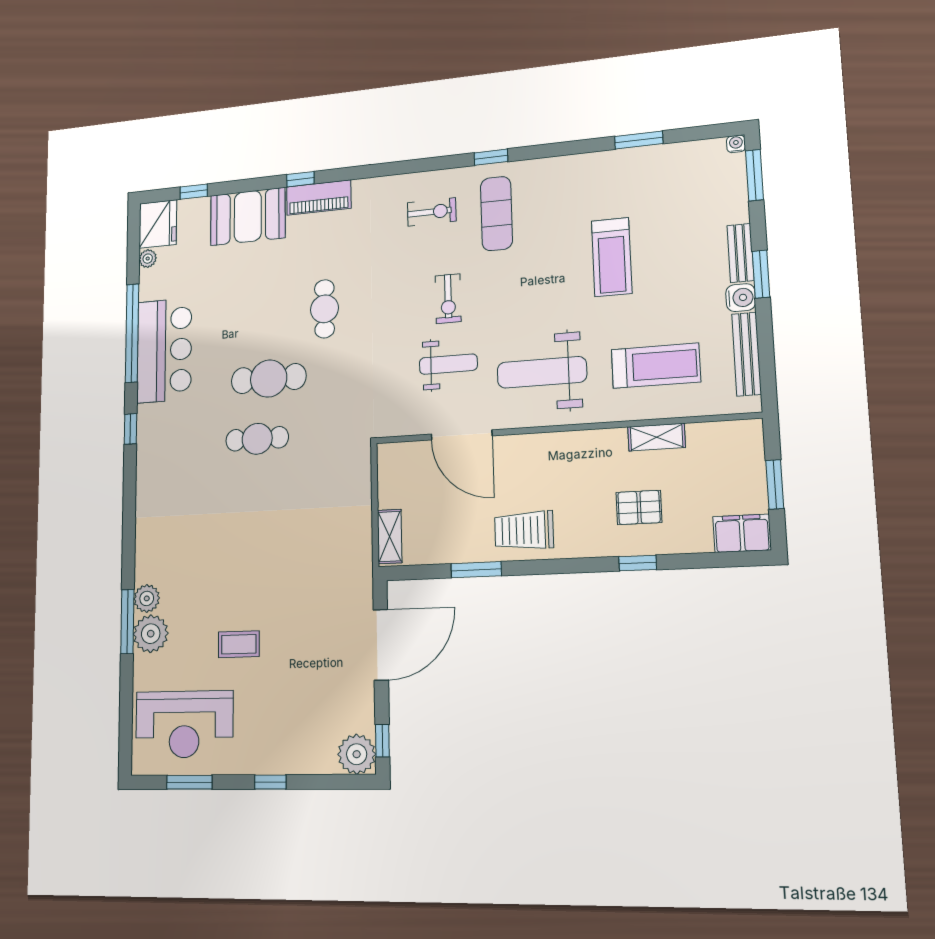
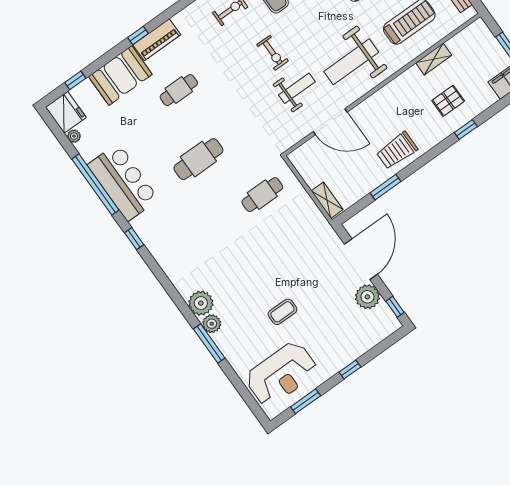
cafe table: (324, 309) -> (179, 90), moved, turned 90
cafe table: (257, 439) -> (262, 195), moved
plant: (151, 634) -> (201, 303), moved
plant: (357, 754) -> (367, 297), moved

